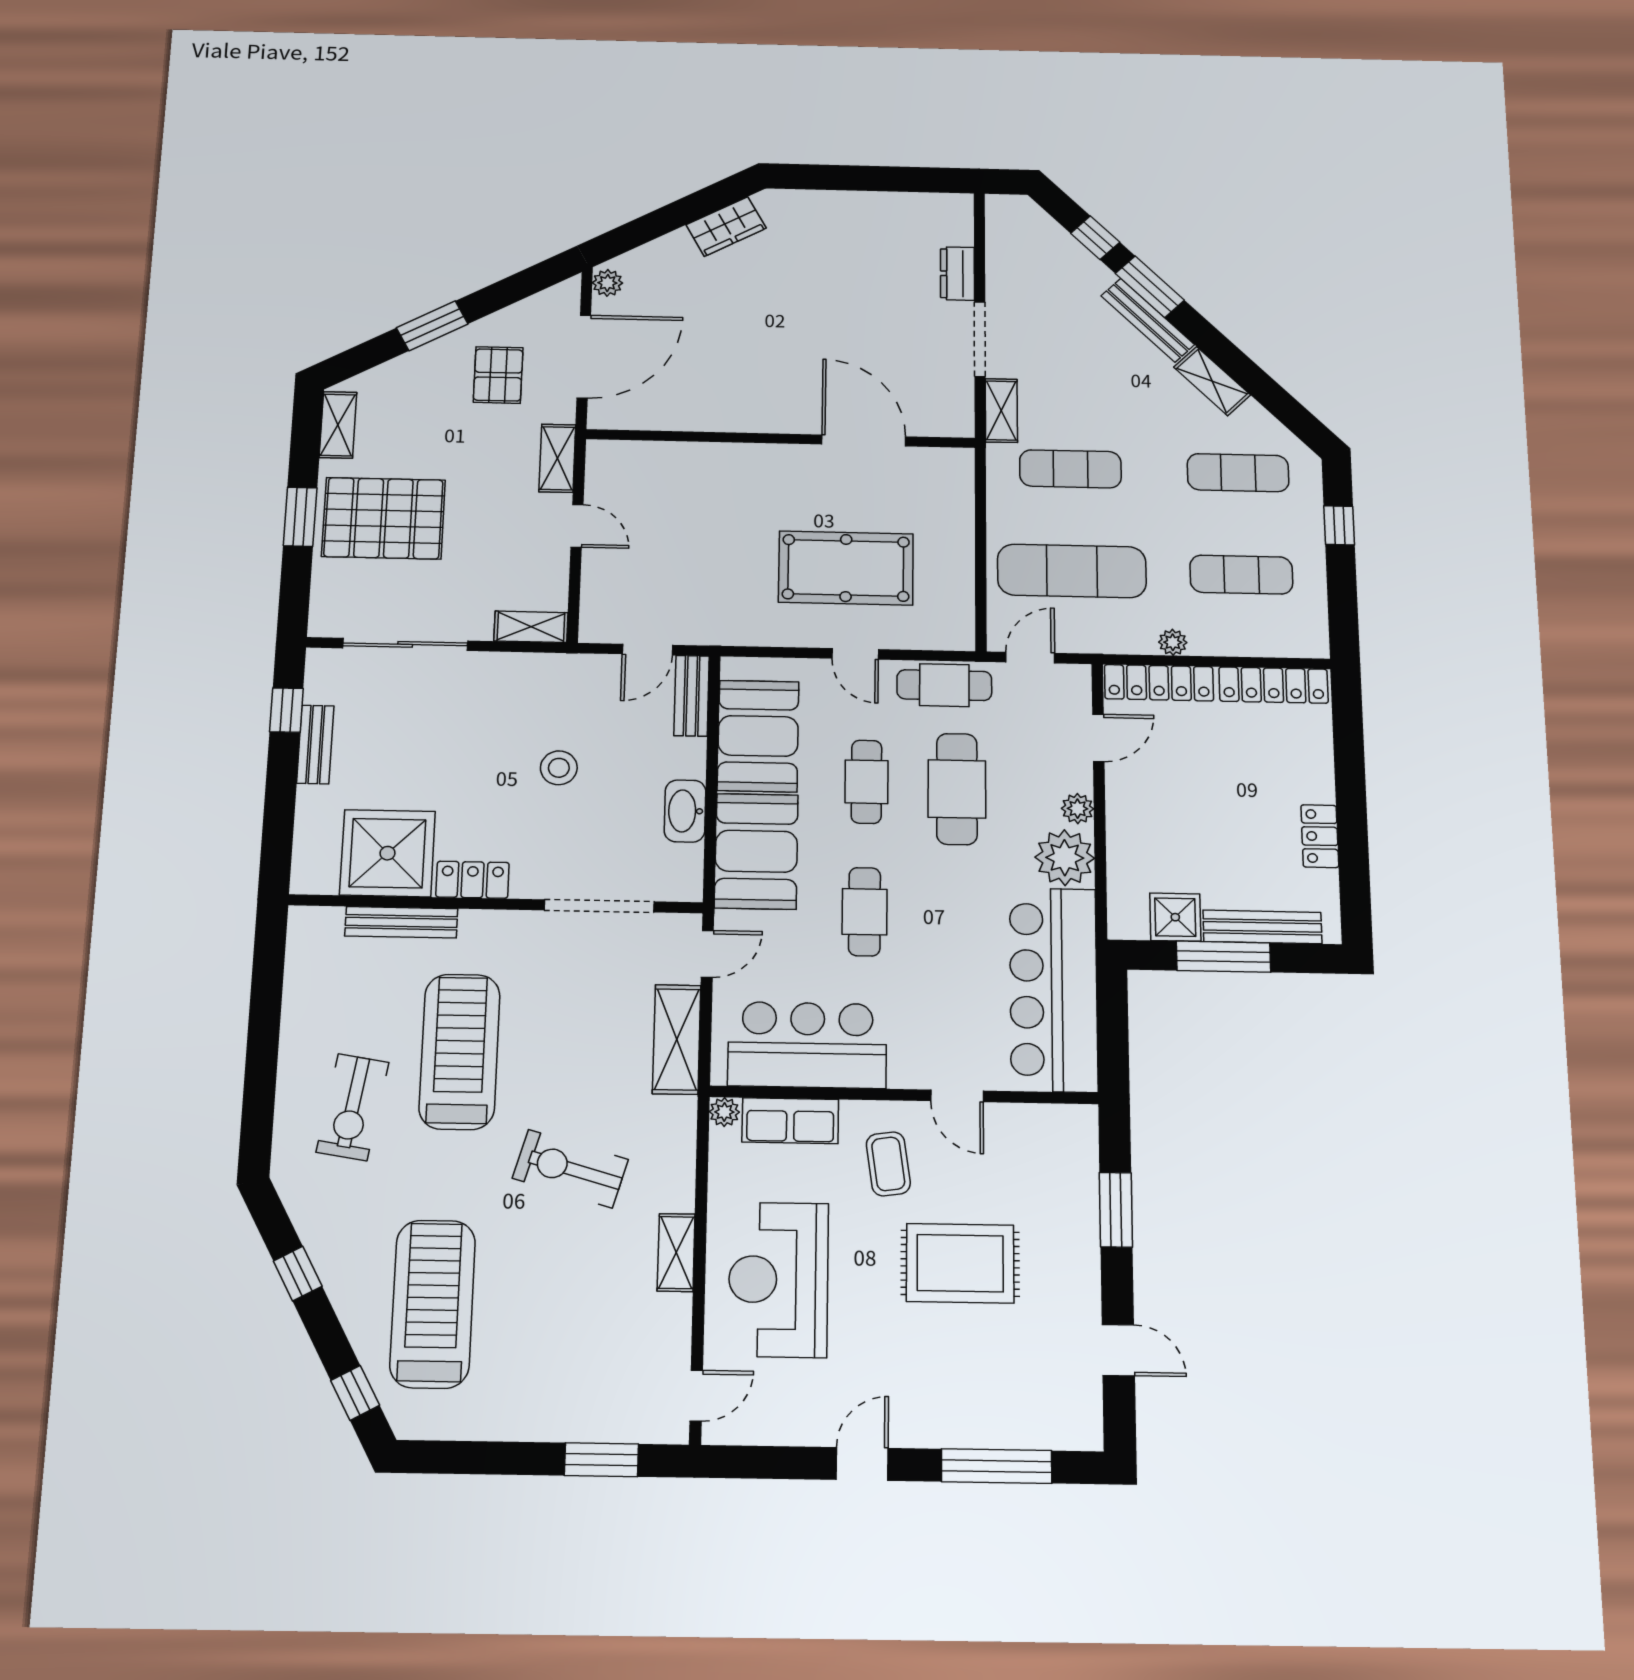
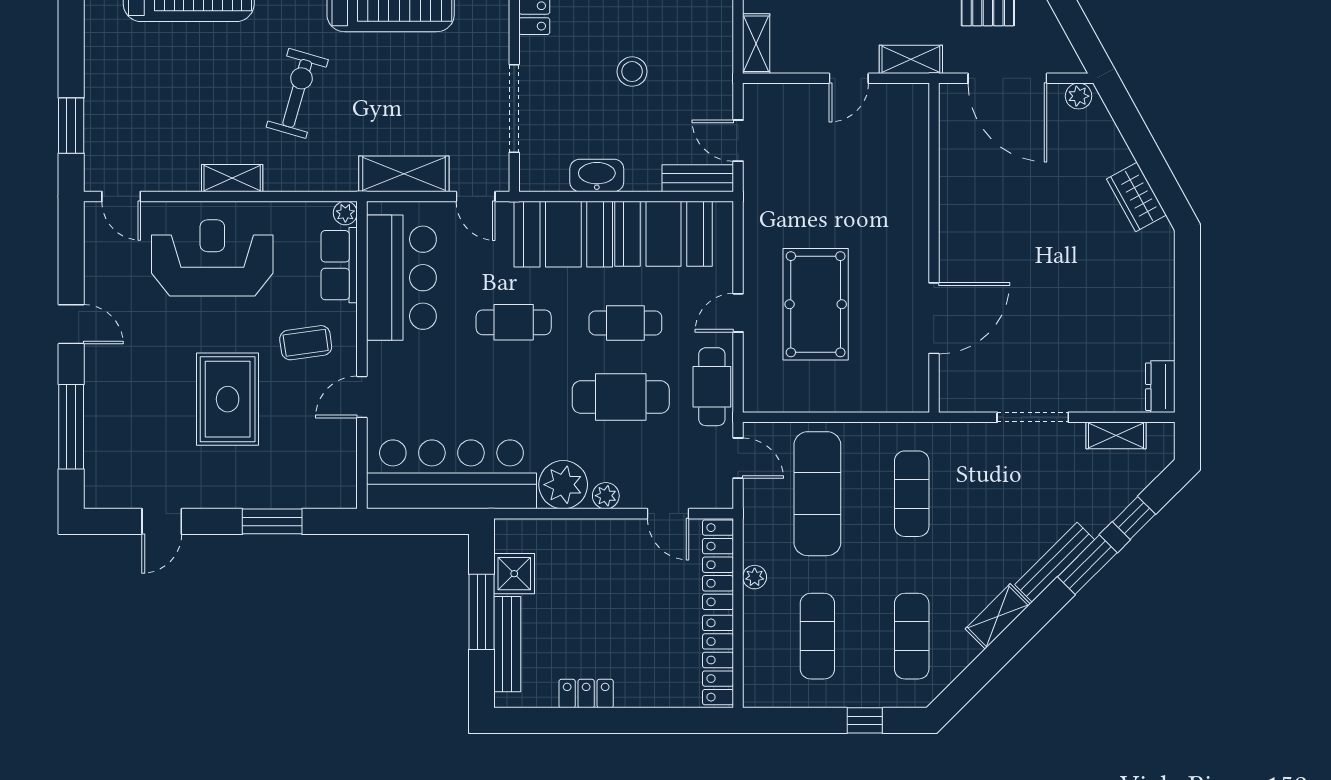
dresser: (957, 274) -> (1160, 387), moved, turned -90
shelving: (1001, 411) -> (1116, 435), moved

